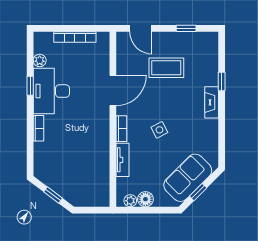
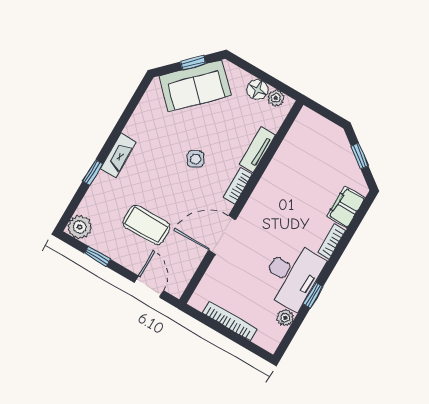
plant: (209, 41) -> (80, 227), added
filing cabinet: (42, 156) -> (346, 207), added

